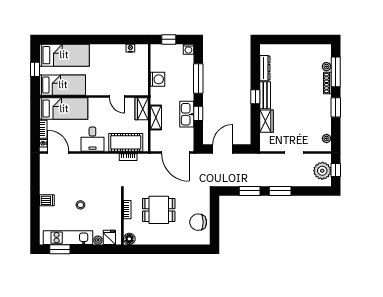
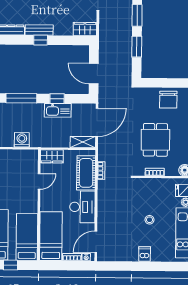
shelving: (156, 117) -> (83, 142), moved
wardrobe: (267, 121) -> (85, 29), moved
desk: (92, 139) -> (82, 207), width x1.37

